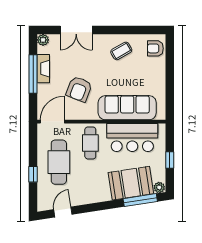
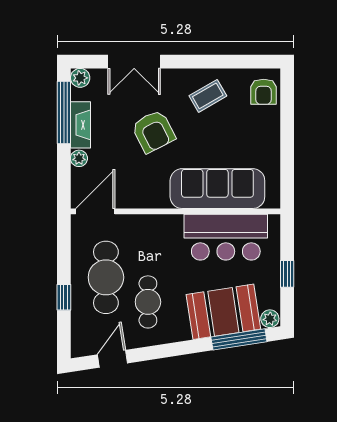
armchair: (155, 48) -> (264, 92), turned -90
window: (33, 74) -> (64, 113), moved
plant: (42, 89) -> (79, 158), added
armchair: (79, 89) -> (153, 131), moved, turned -48
cafe table: (90, 143) -> (148, 302), moved

